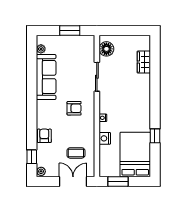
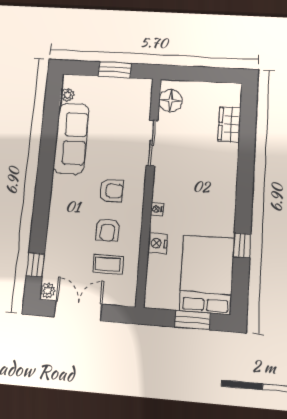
armchair: (44, 136) -> (108, 229), moved, turned 180
double door: (73, 182) -> (78, 311), moved
window: (118, 182) -> (193, 320), moved

